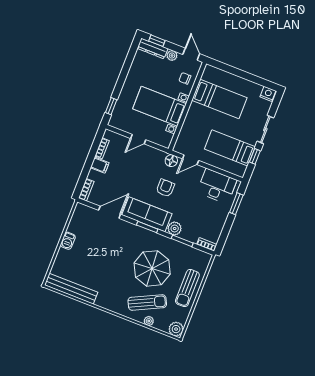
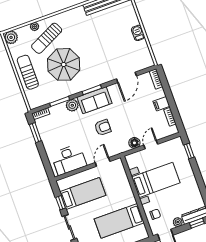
floor lamp: (171, 161) -> (134, 143), moved
armchair: (165, 188) -> (103, 128), turned -90
window: (236, 204) -> (35, 133), moved
sofa: (147, 214) -> (94, 100), width x0.73

